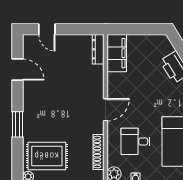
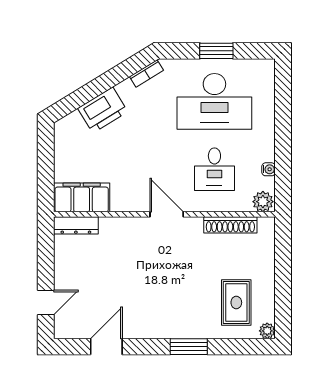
rug: (47, 156) -> (236, 303), width x0.73, depth x0.70

